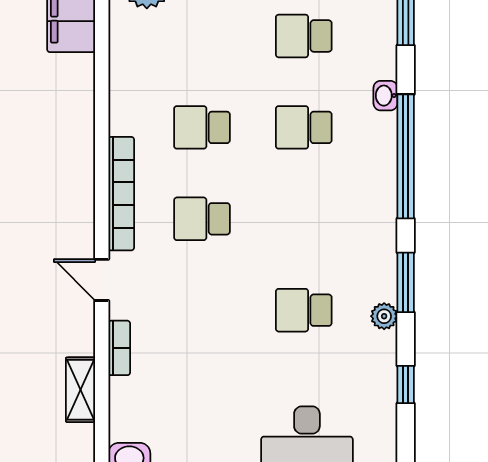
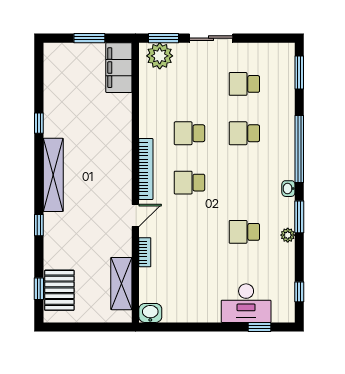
washbasin: (385, 96) -> (288, 189), moved
door: (102, 280) -> (135, 215), swing flipped
window: (406, 384) -> (299, 292), moved
shelving: (81, 390) -> (121, 284), width x1.50, depth x1.33

